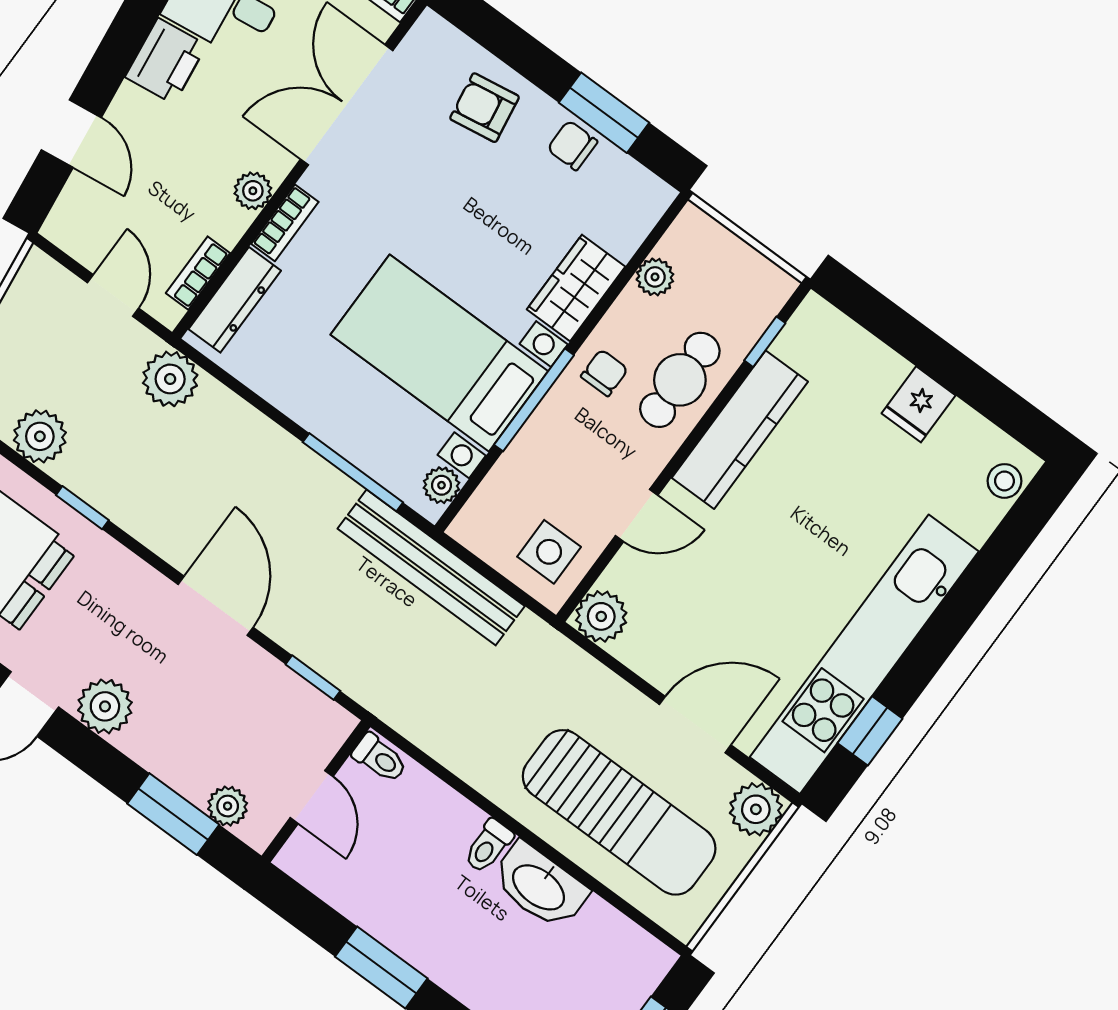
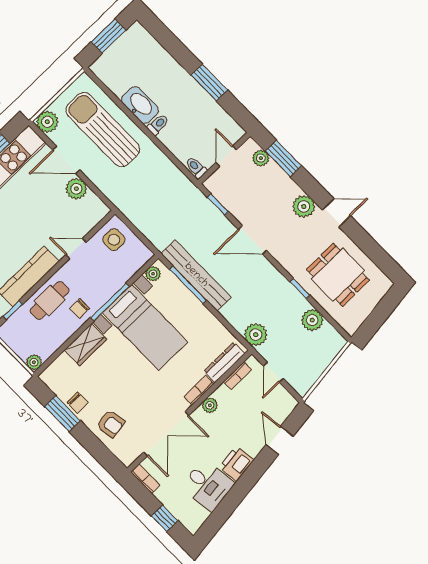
plant: (655, 277) -> (34, 362), moved
bench: (431, 567) -> (196, 275), moved
door: (216, 606) -> (252, 240), hinge flipped
plant: (601, 616) -> (76, 189), moved

